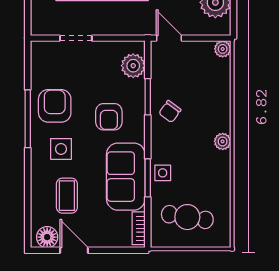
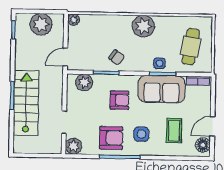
plant: (42, 52) -> (73, 146), added
armchair: (55, 106) -> (111, 138), turned 180
plant: (223, 141) -> (143, 26), width x1.87, depth x1.87
coffee table: (67, 196) -> (174, 131), turned 90

